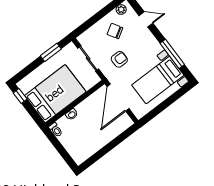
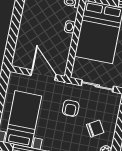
door: (118, 98) -> (43, 75), width x0.73

